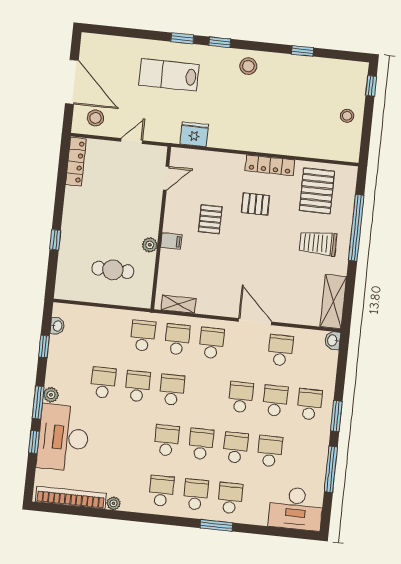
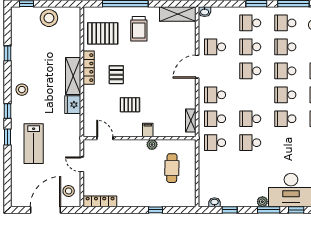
stool: (347, 116) -> (49, 18), width x1.89, depth x1.89
fridge: (194, 134) -> (73, 105), moved
shelving: (260, 142) -> (73, 76), added
school desk: (103, 383) -> (285, 23), moved

